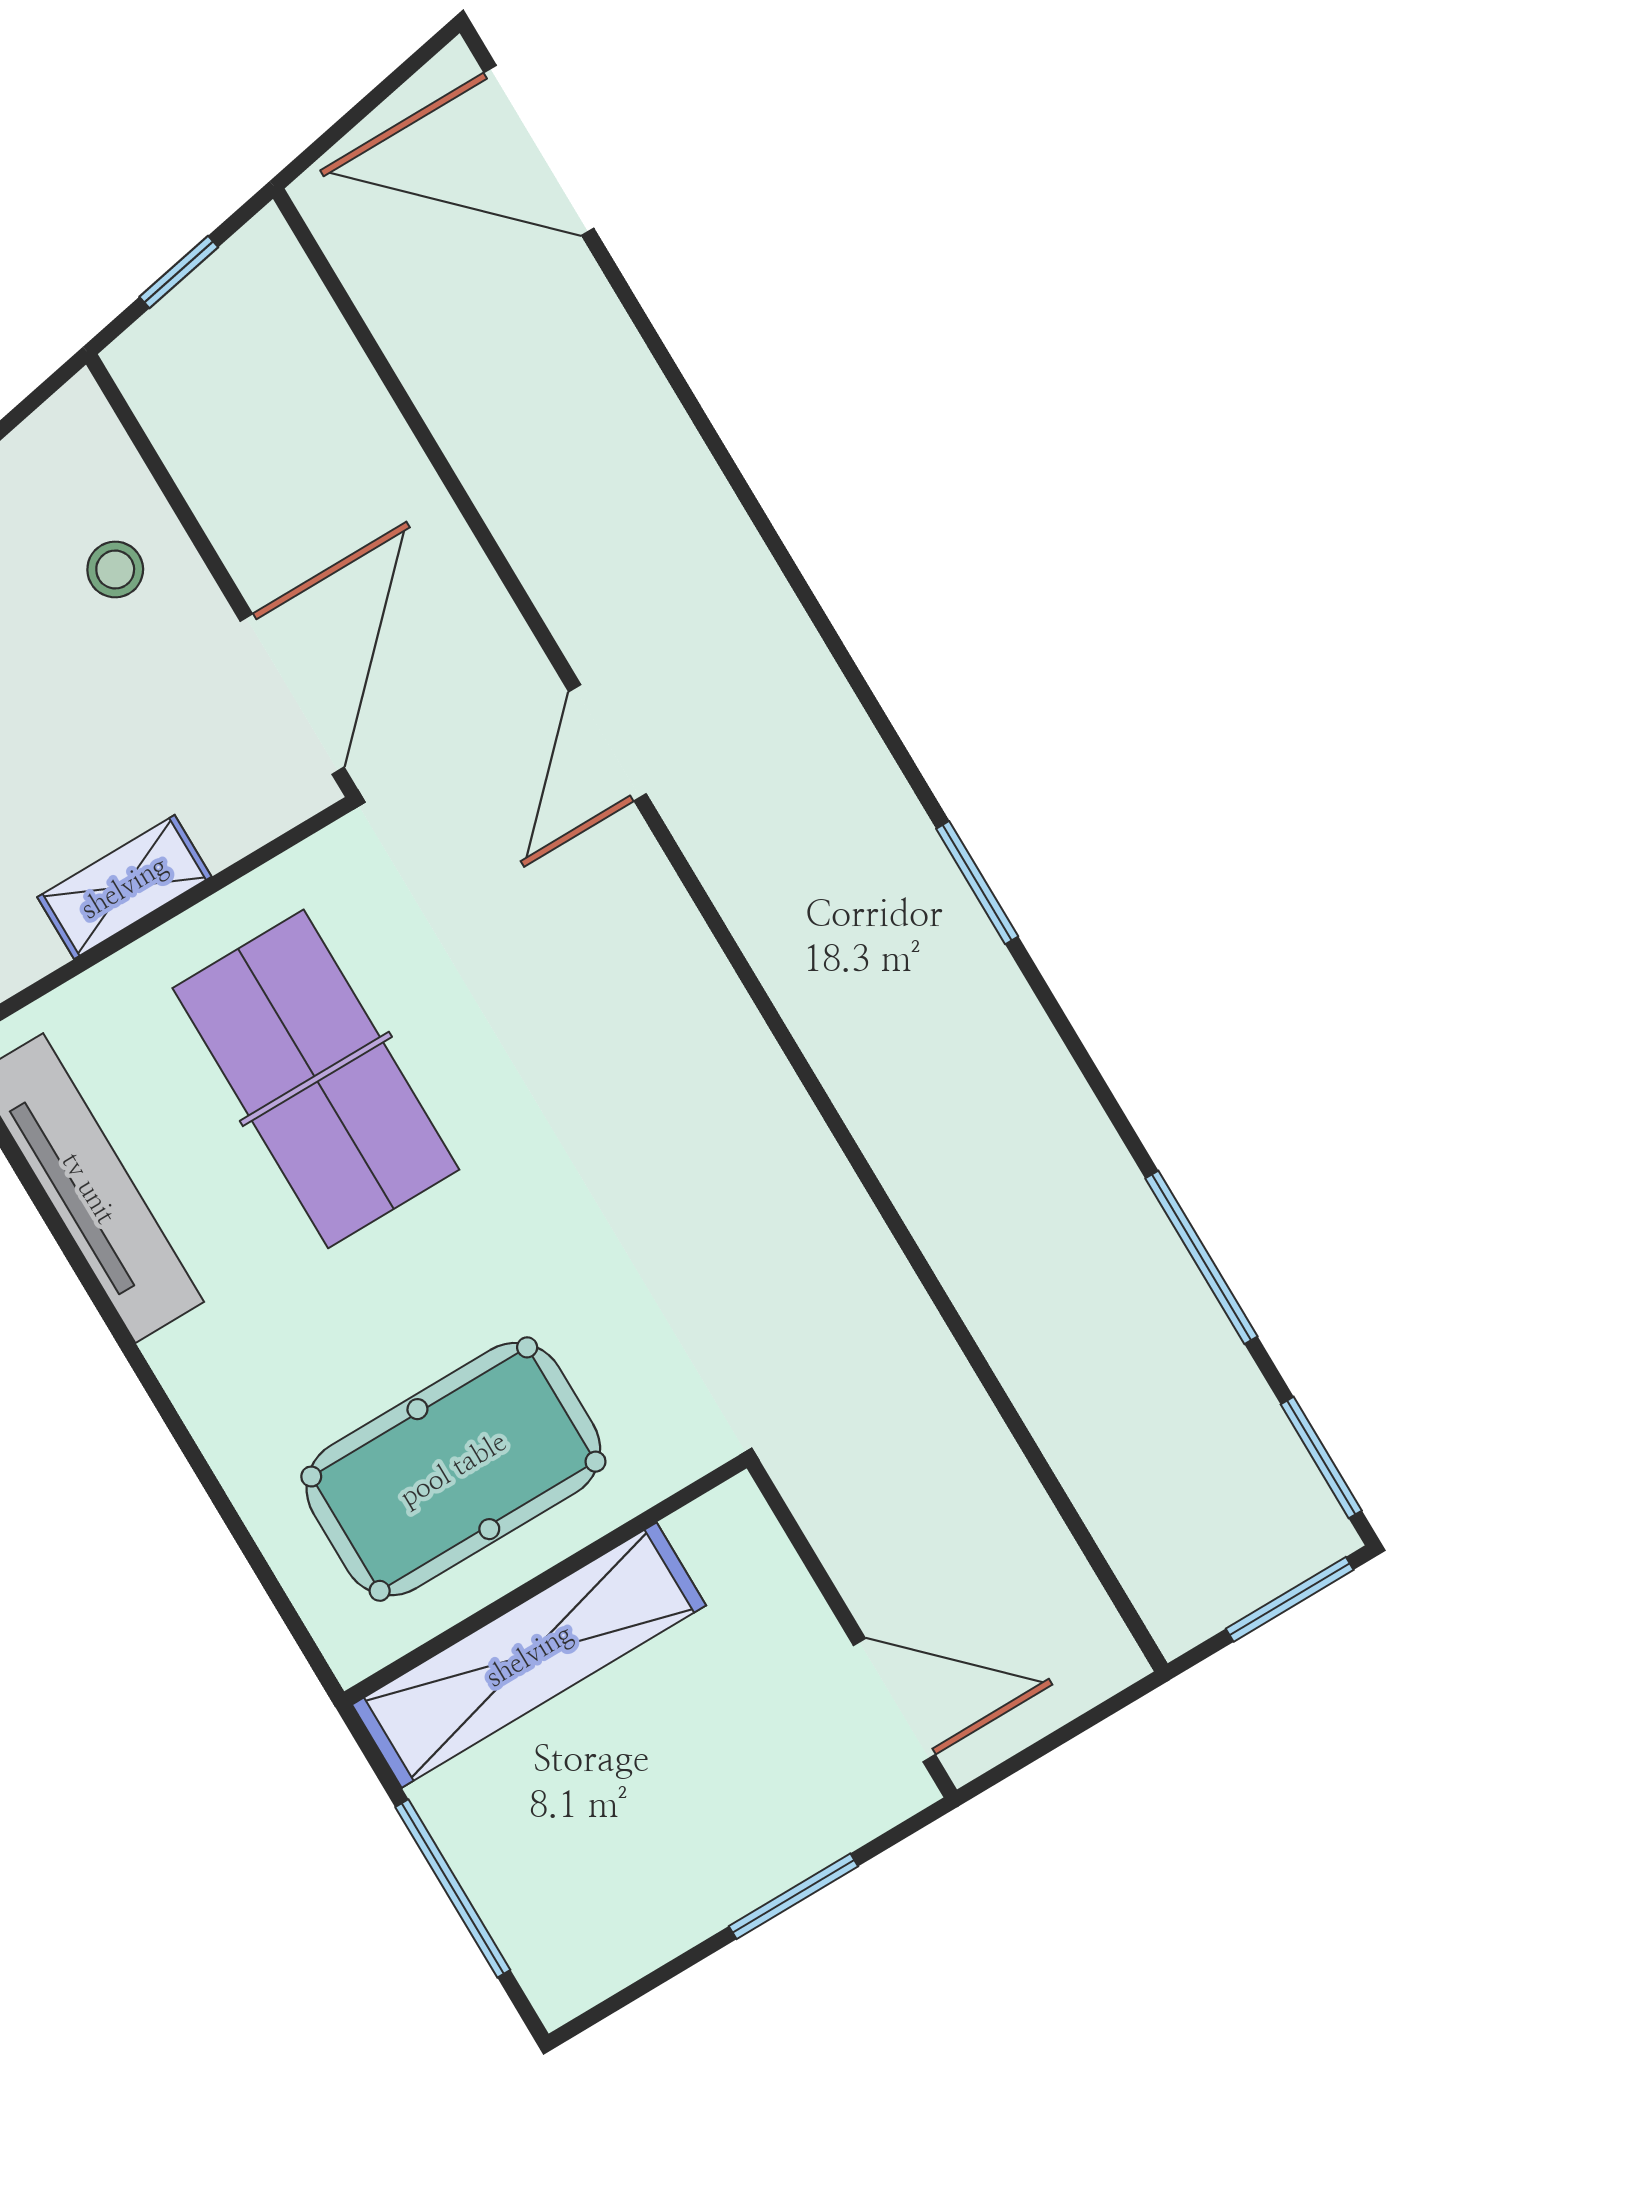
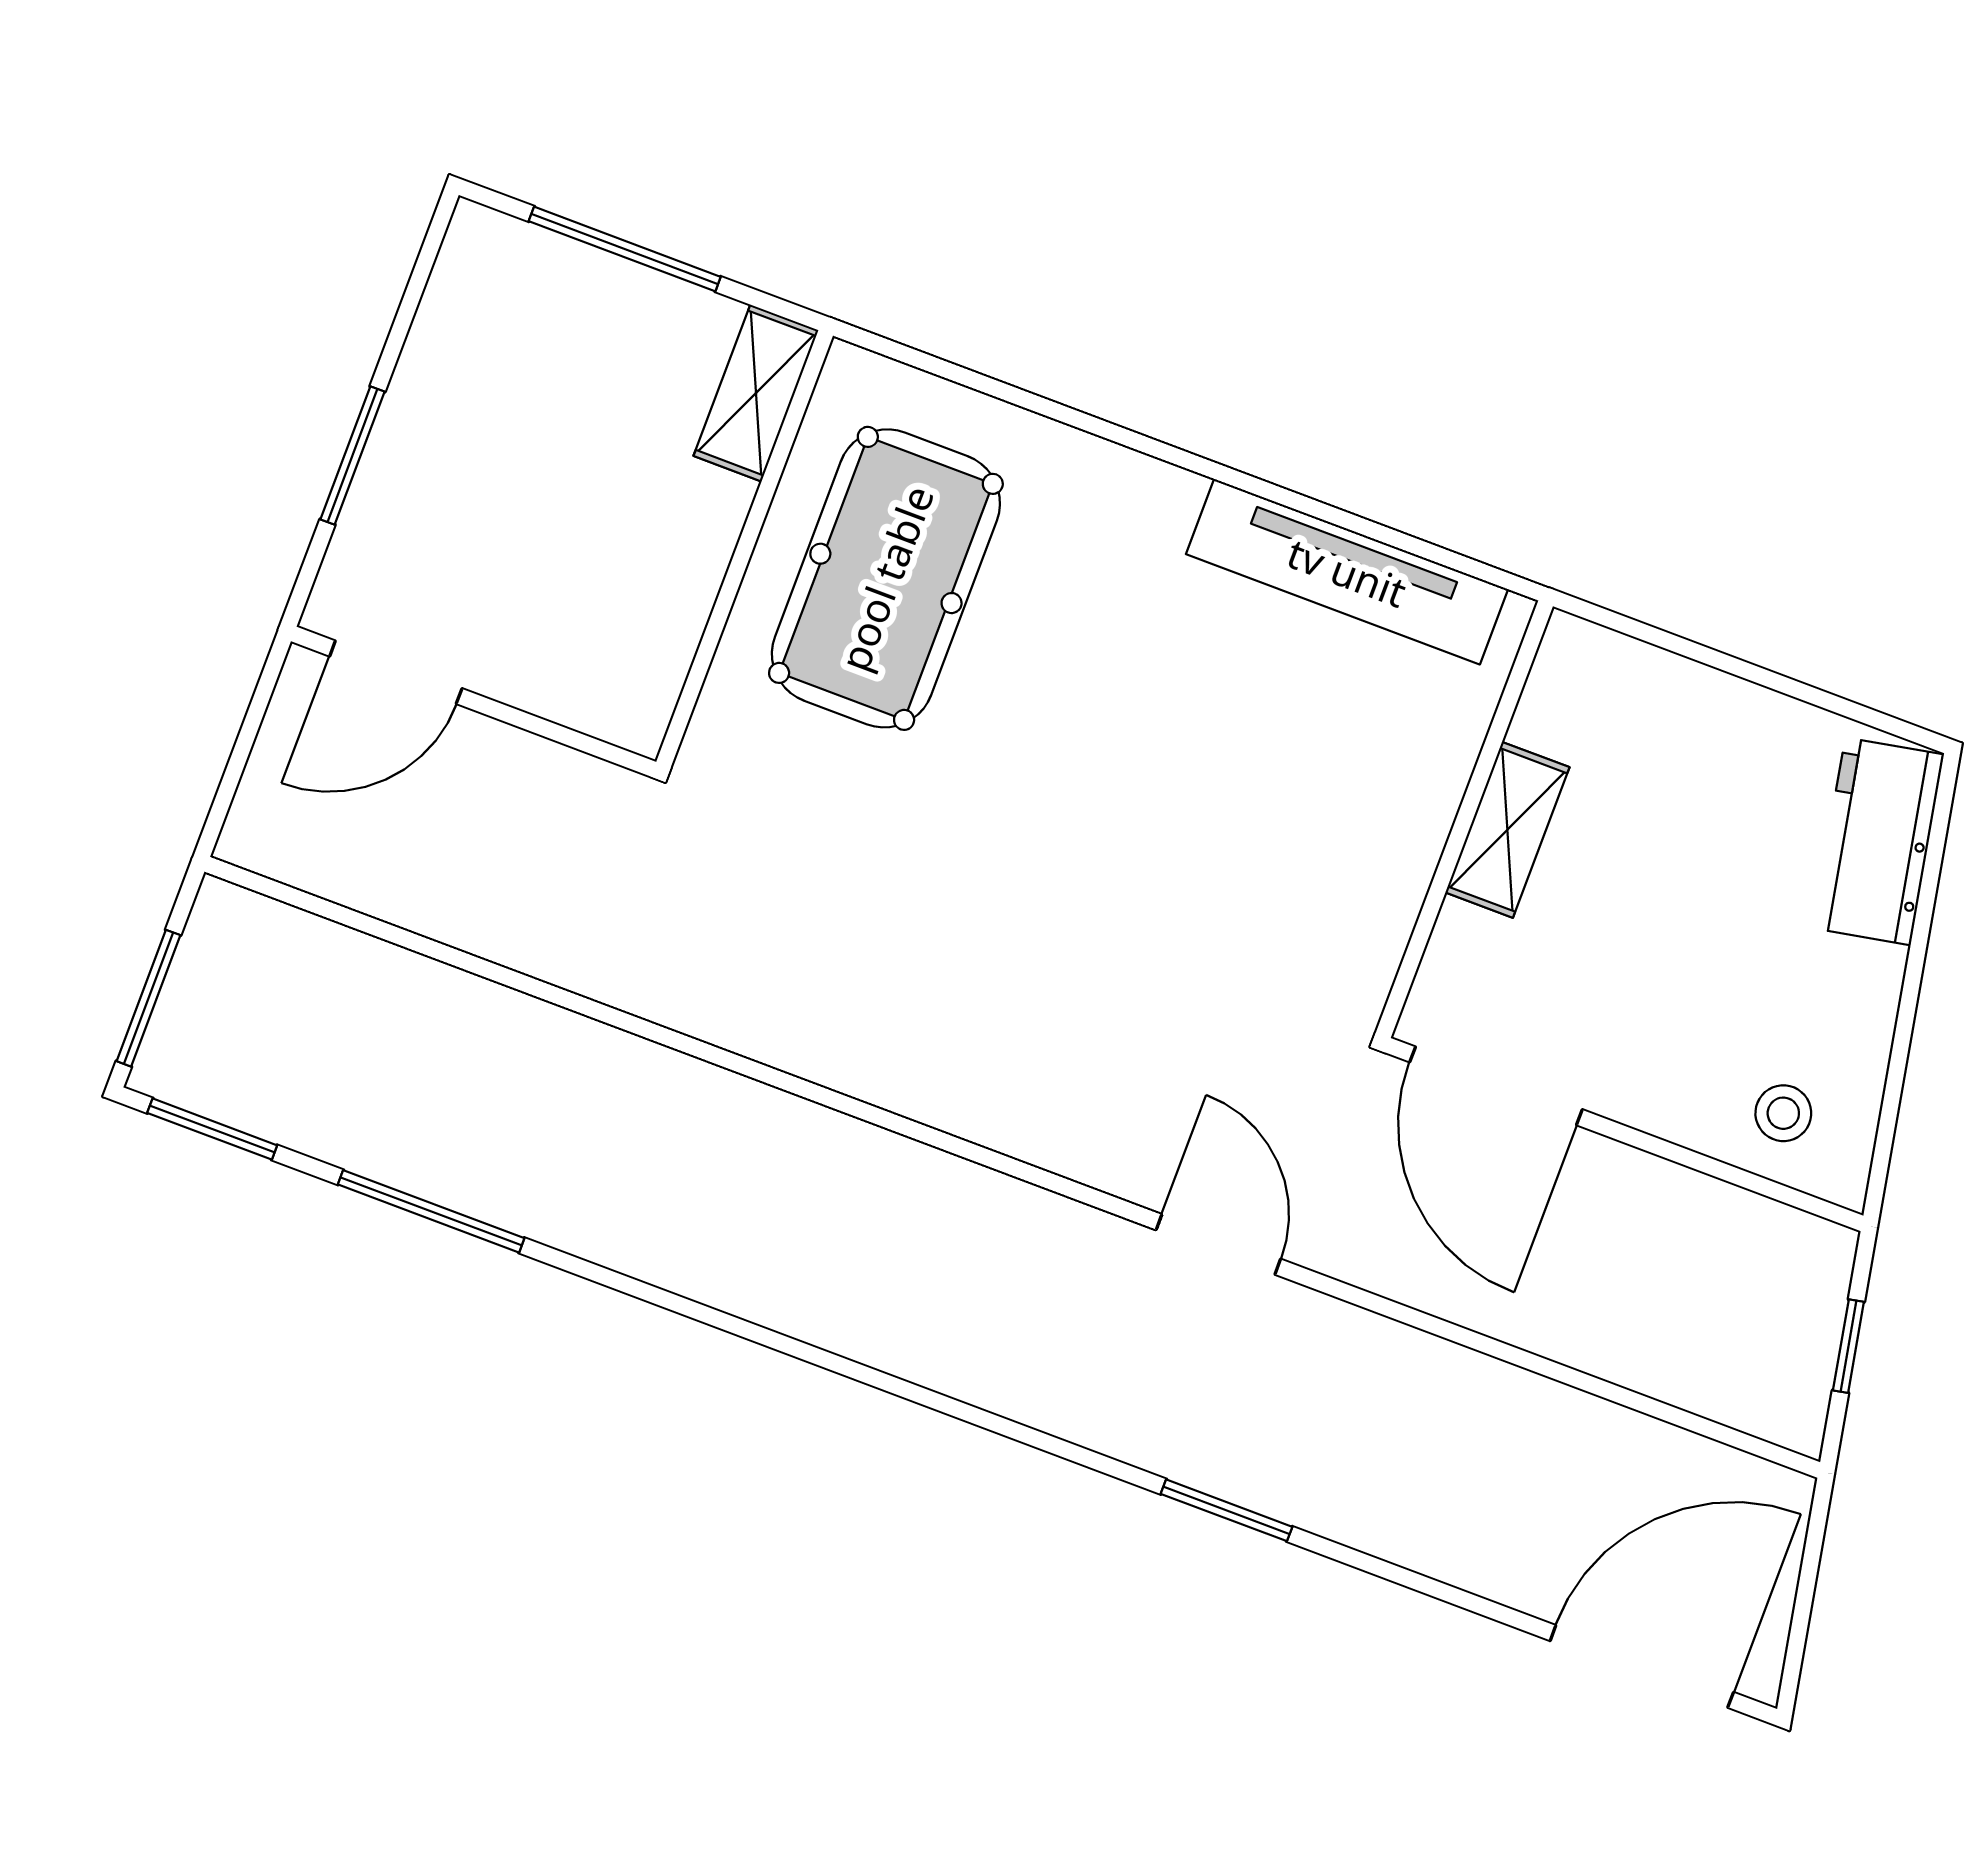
stool: (115, 569) -> (1783, 1113), moved
window: (977, 883) -> (1226, 1510), moved
table tennis table: (316, 1079) -> (1237, 799), removed
shelving: (529, 1655) -> (756, 393), width x0.45, depth x0.75

